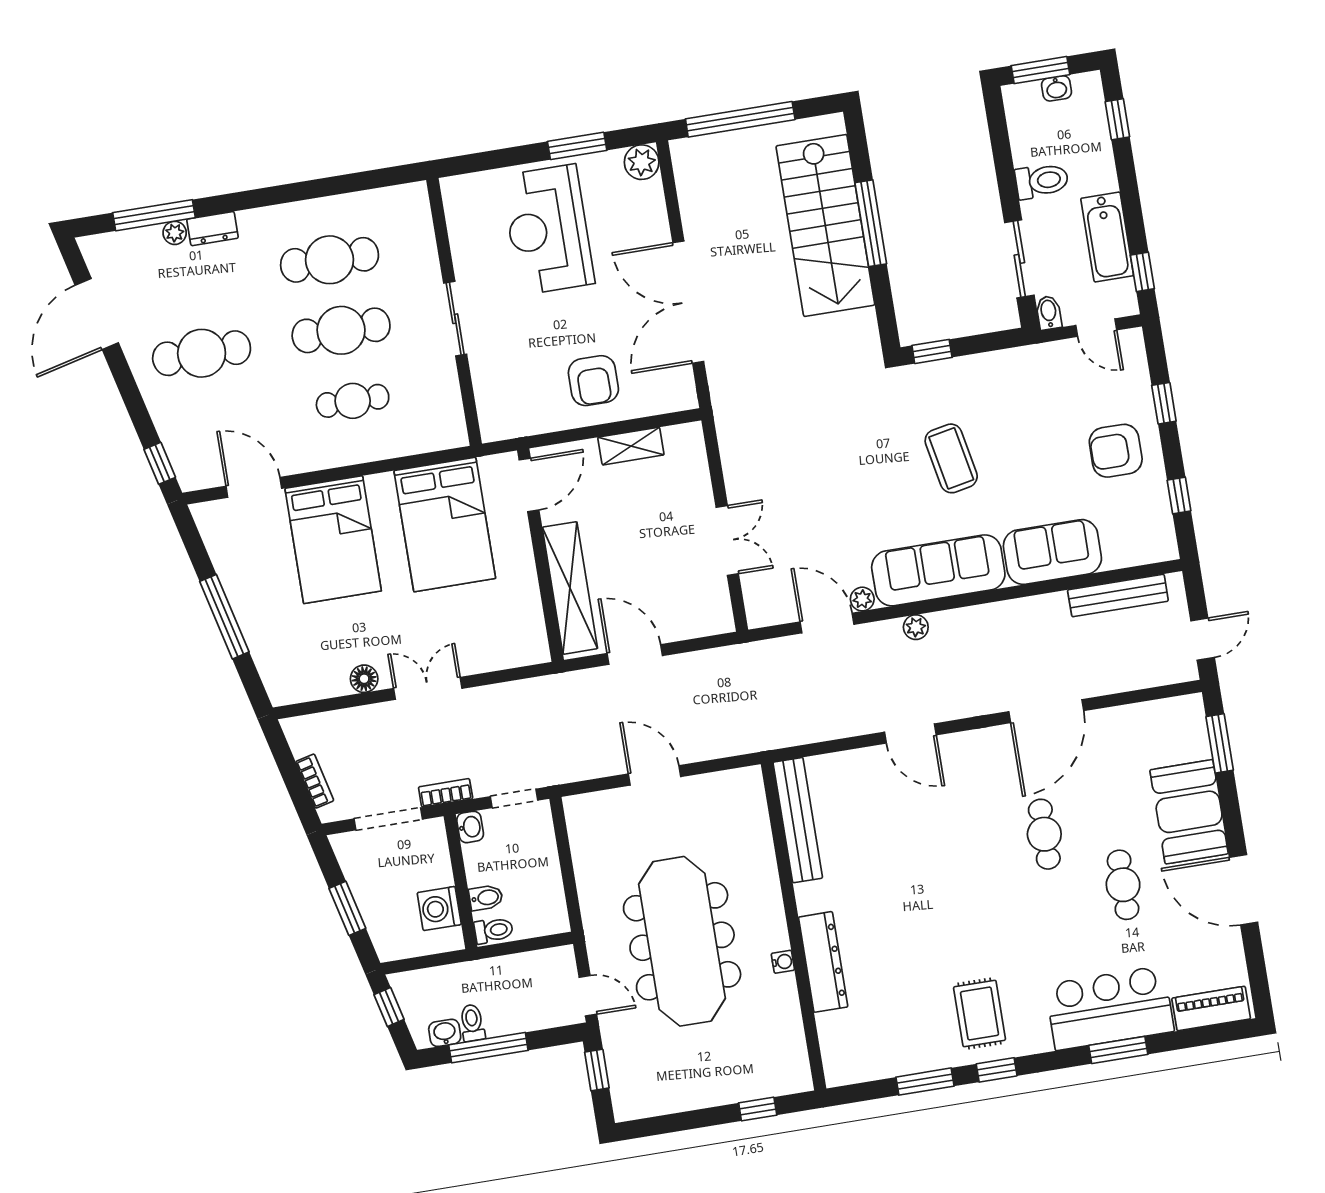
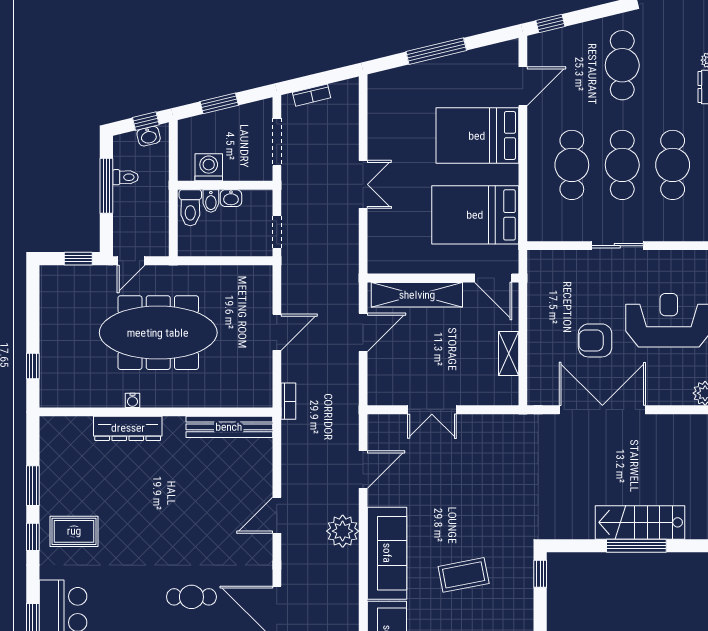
stairs: (825, 225) -> (640, 522), width x0.73, depth x0.66
armchair: (593, 381) -> (595, 340), moved
cafe table: (353, 401) -> (572, 165), width x1.37, depth x1.35
plant: (862, 599) -> (376, 497), removed
plant: (916, 627) -> (343, 531), width x1.88, depth x1.88
floor lamp: (364, 679) -> (377, 141), removed
bookcase: (446, 793) -> (288, 401), moved
washbasin: (470, 827) -> (231, 198), moved
toilet: (494, 930) -> (190, 208), width x1.37, depth x1.39
washbasin: (445, 1033) -> (149, 136), moved, turned 76

